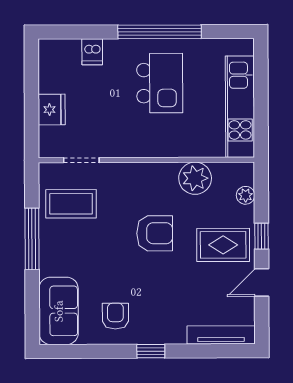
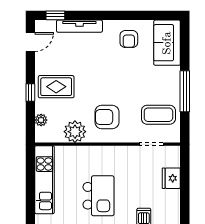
kitchen island: (160, 83) -> (98, 196), turned 180
armchair: (155, 233) -> (107, 117), moved
door: (262, 283) -> (30, 42), moved
tv unit: (221, 335) -> (79, 26), moved
window: (151, 351) -> (55, 15), moved

